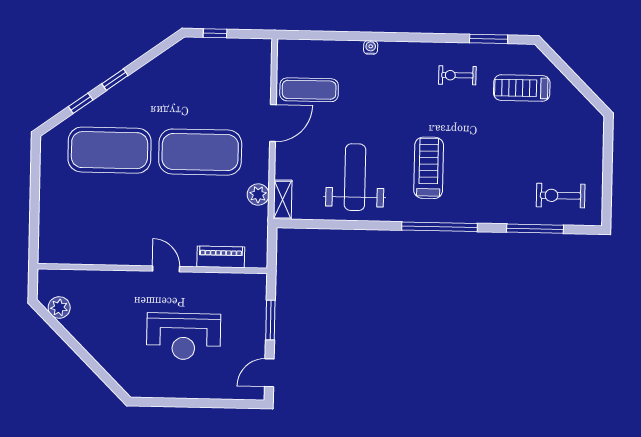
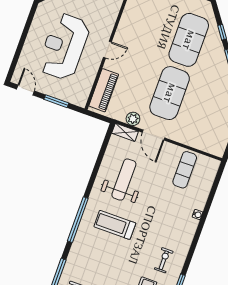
door: (273, 123) -> (154, 135), moved
treadmill: (429, 168) -> (115, 225), turned 180
weight bench: (355, 177) -> (124, 180), turned -90
piano: (221, 257) -> (104, 90), width x1.37, depth x1.33
reception desk: (184, 336) -> (64, 47), width x1.36, depth x1.30

